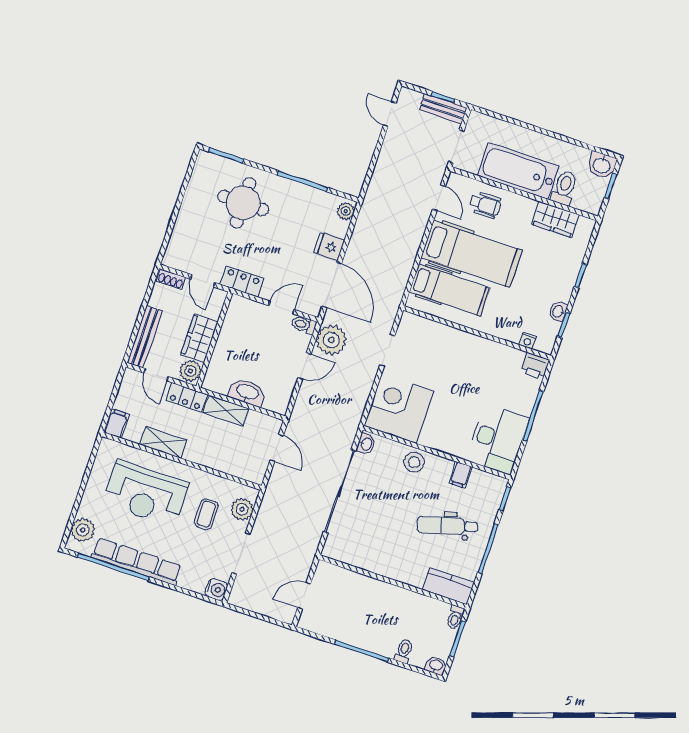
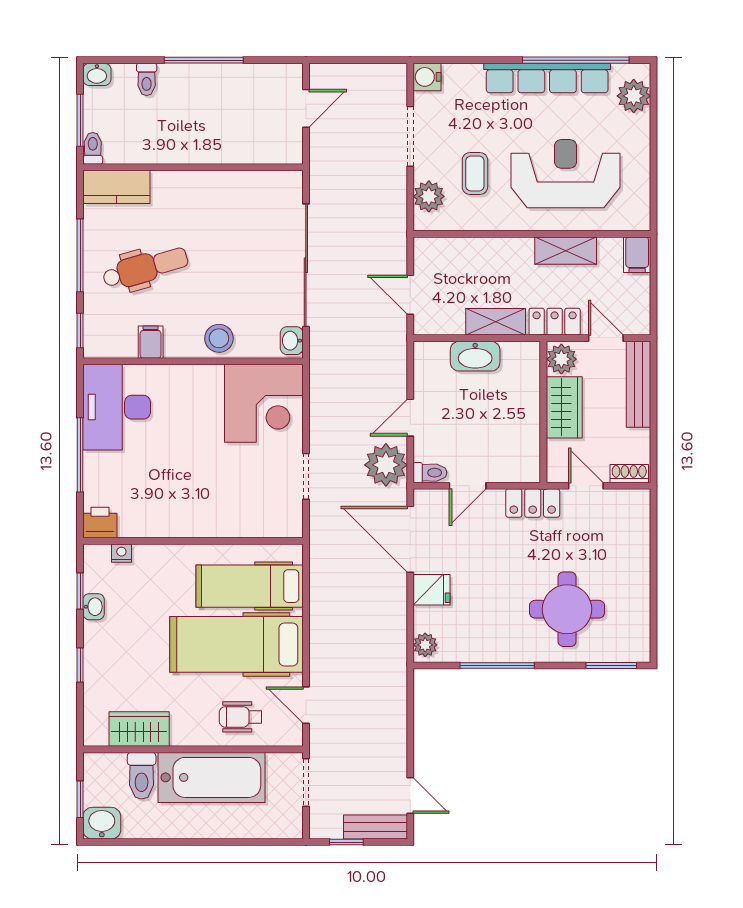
bench: (443, 109) -> (376, 827), moved

